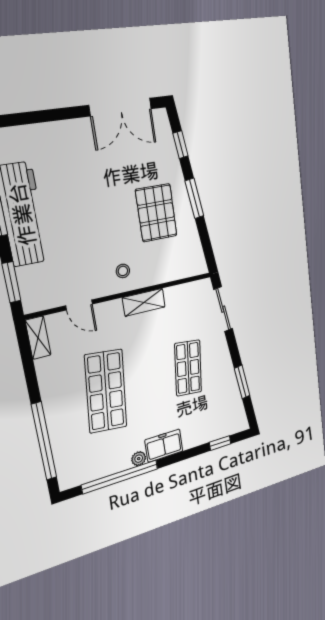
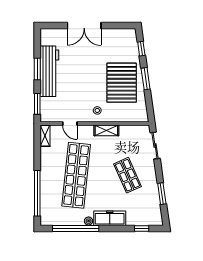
double door: (121, 107) -> (84, 25), moved
pallet: (156, 213) -> (122, 83), width x1.37, depth x1.41
shop shelf: (188, 368) -> (128, 175), turned -30
shop shelf: (106, 391) -> (76, 175), width x1.40
freezer: (164, 446) -> (110, 218), width x1.40

